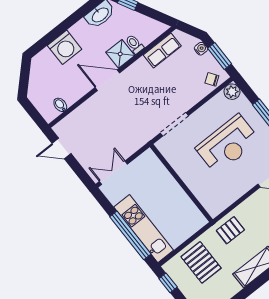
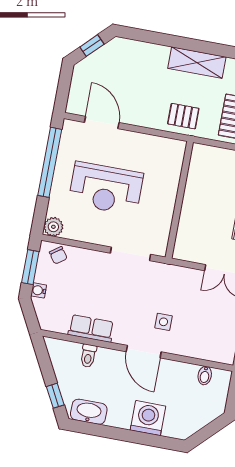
row of seats: (162, 50) -> (91, 328), moved
shower: (120, 54) -> (109, 361), removed
side table: (115, 108) -> (164, 322), added
reception desk: (227, 144) -> (106, 188), turned 180

